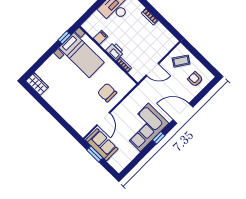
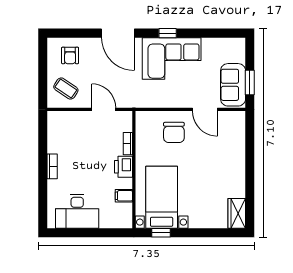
door: (103, 119) -> (205, 109), swing flipped

